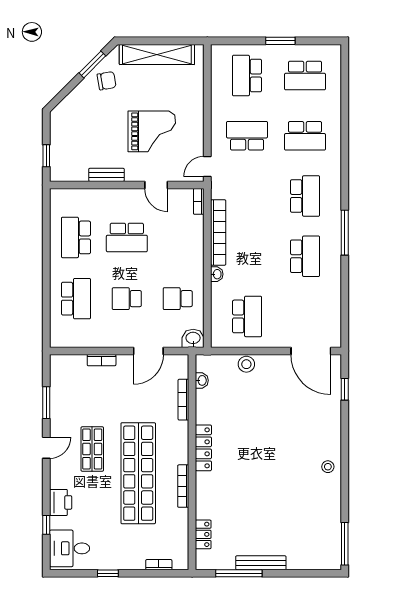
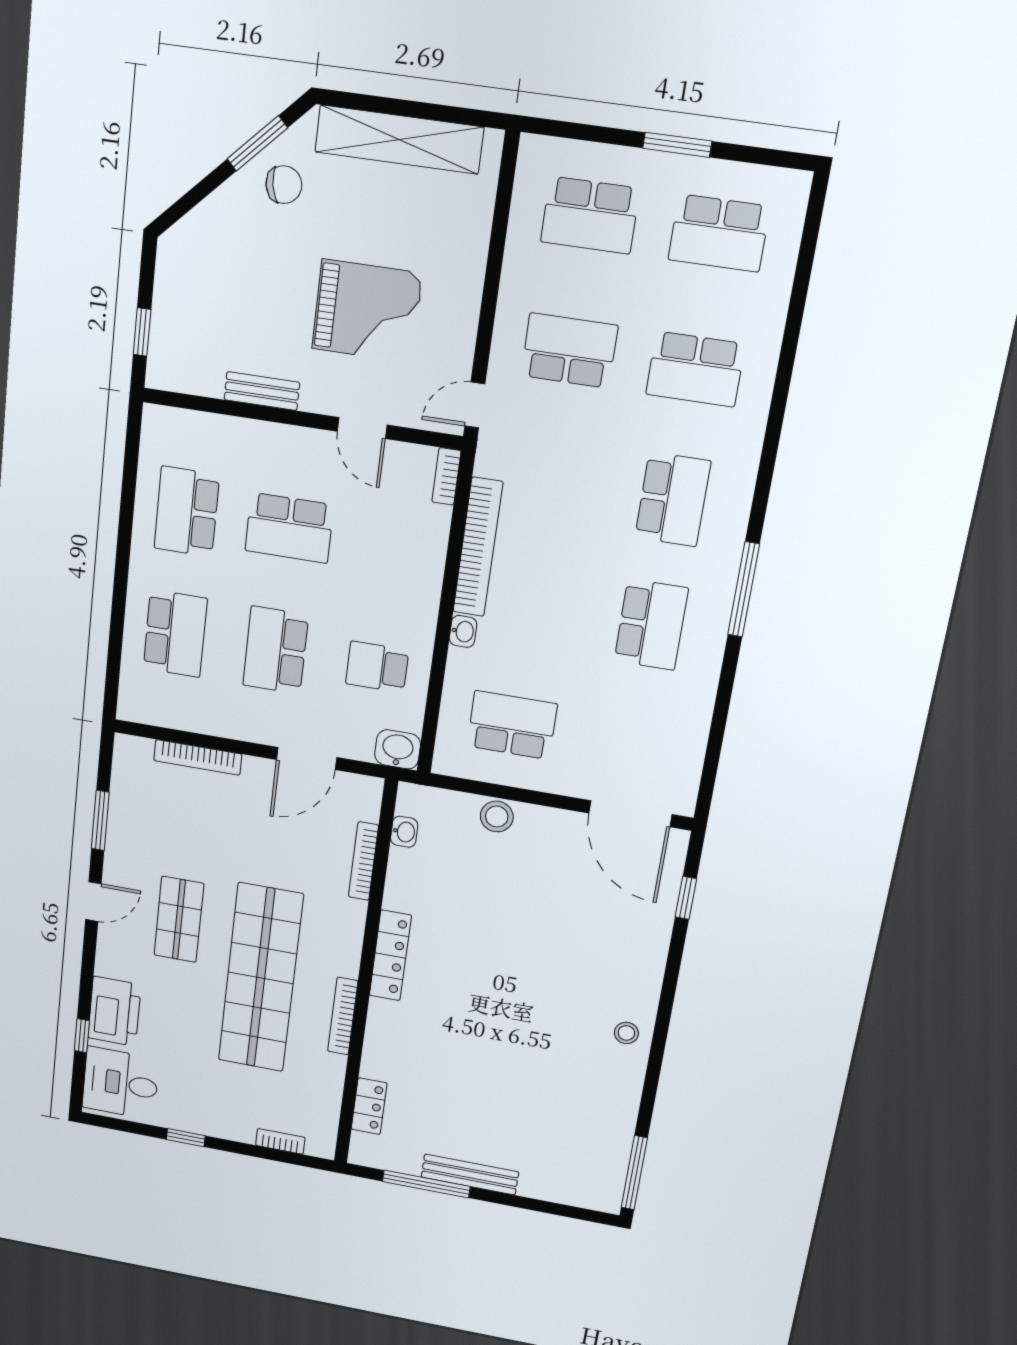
school desk: (247, 76) -> (590, 215), turned -90
school desk: (127, 299) -> (276, 650), width x1.85
school desk: (247, 316) -> (512, 725), turned -90
bookcase: (102, 360) -> (198, 757), width x1.56
printer: (61, 502) -> (114, 1011), width x1.37, depth x1.19

